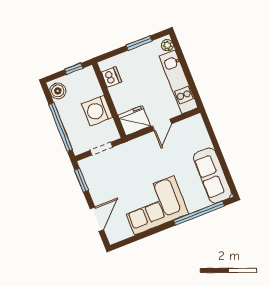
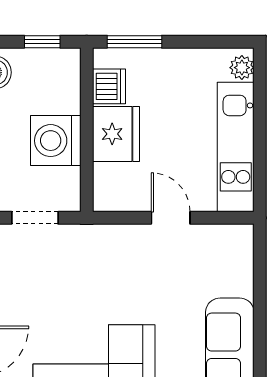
window: (139, 43) -> (134, 42), moved
fridge: (134, 121) -> (116, 134), moved, turned 90
door: (162, 125) -> (171, 218), swing flipped

